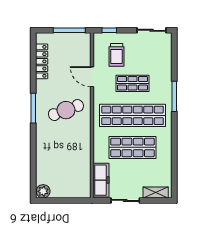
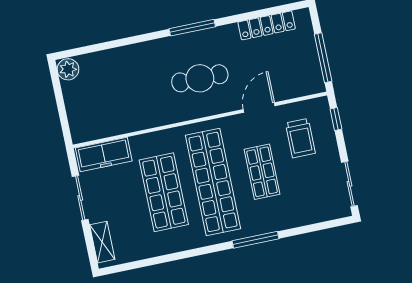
trolley: (117, 55) -> (300, 138), turned -90
cafe table: (66, 110) -> (200, 78), turned -69

